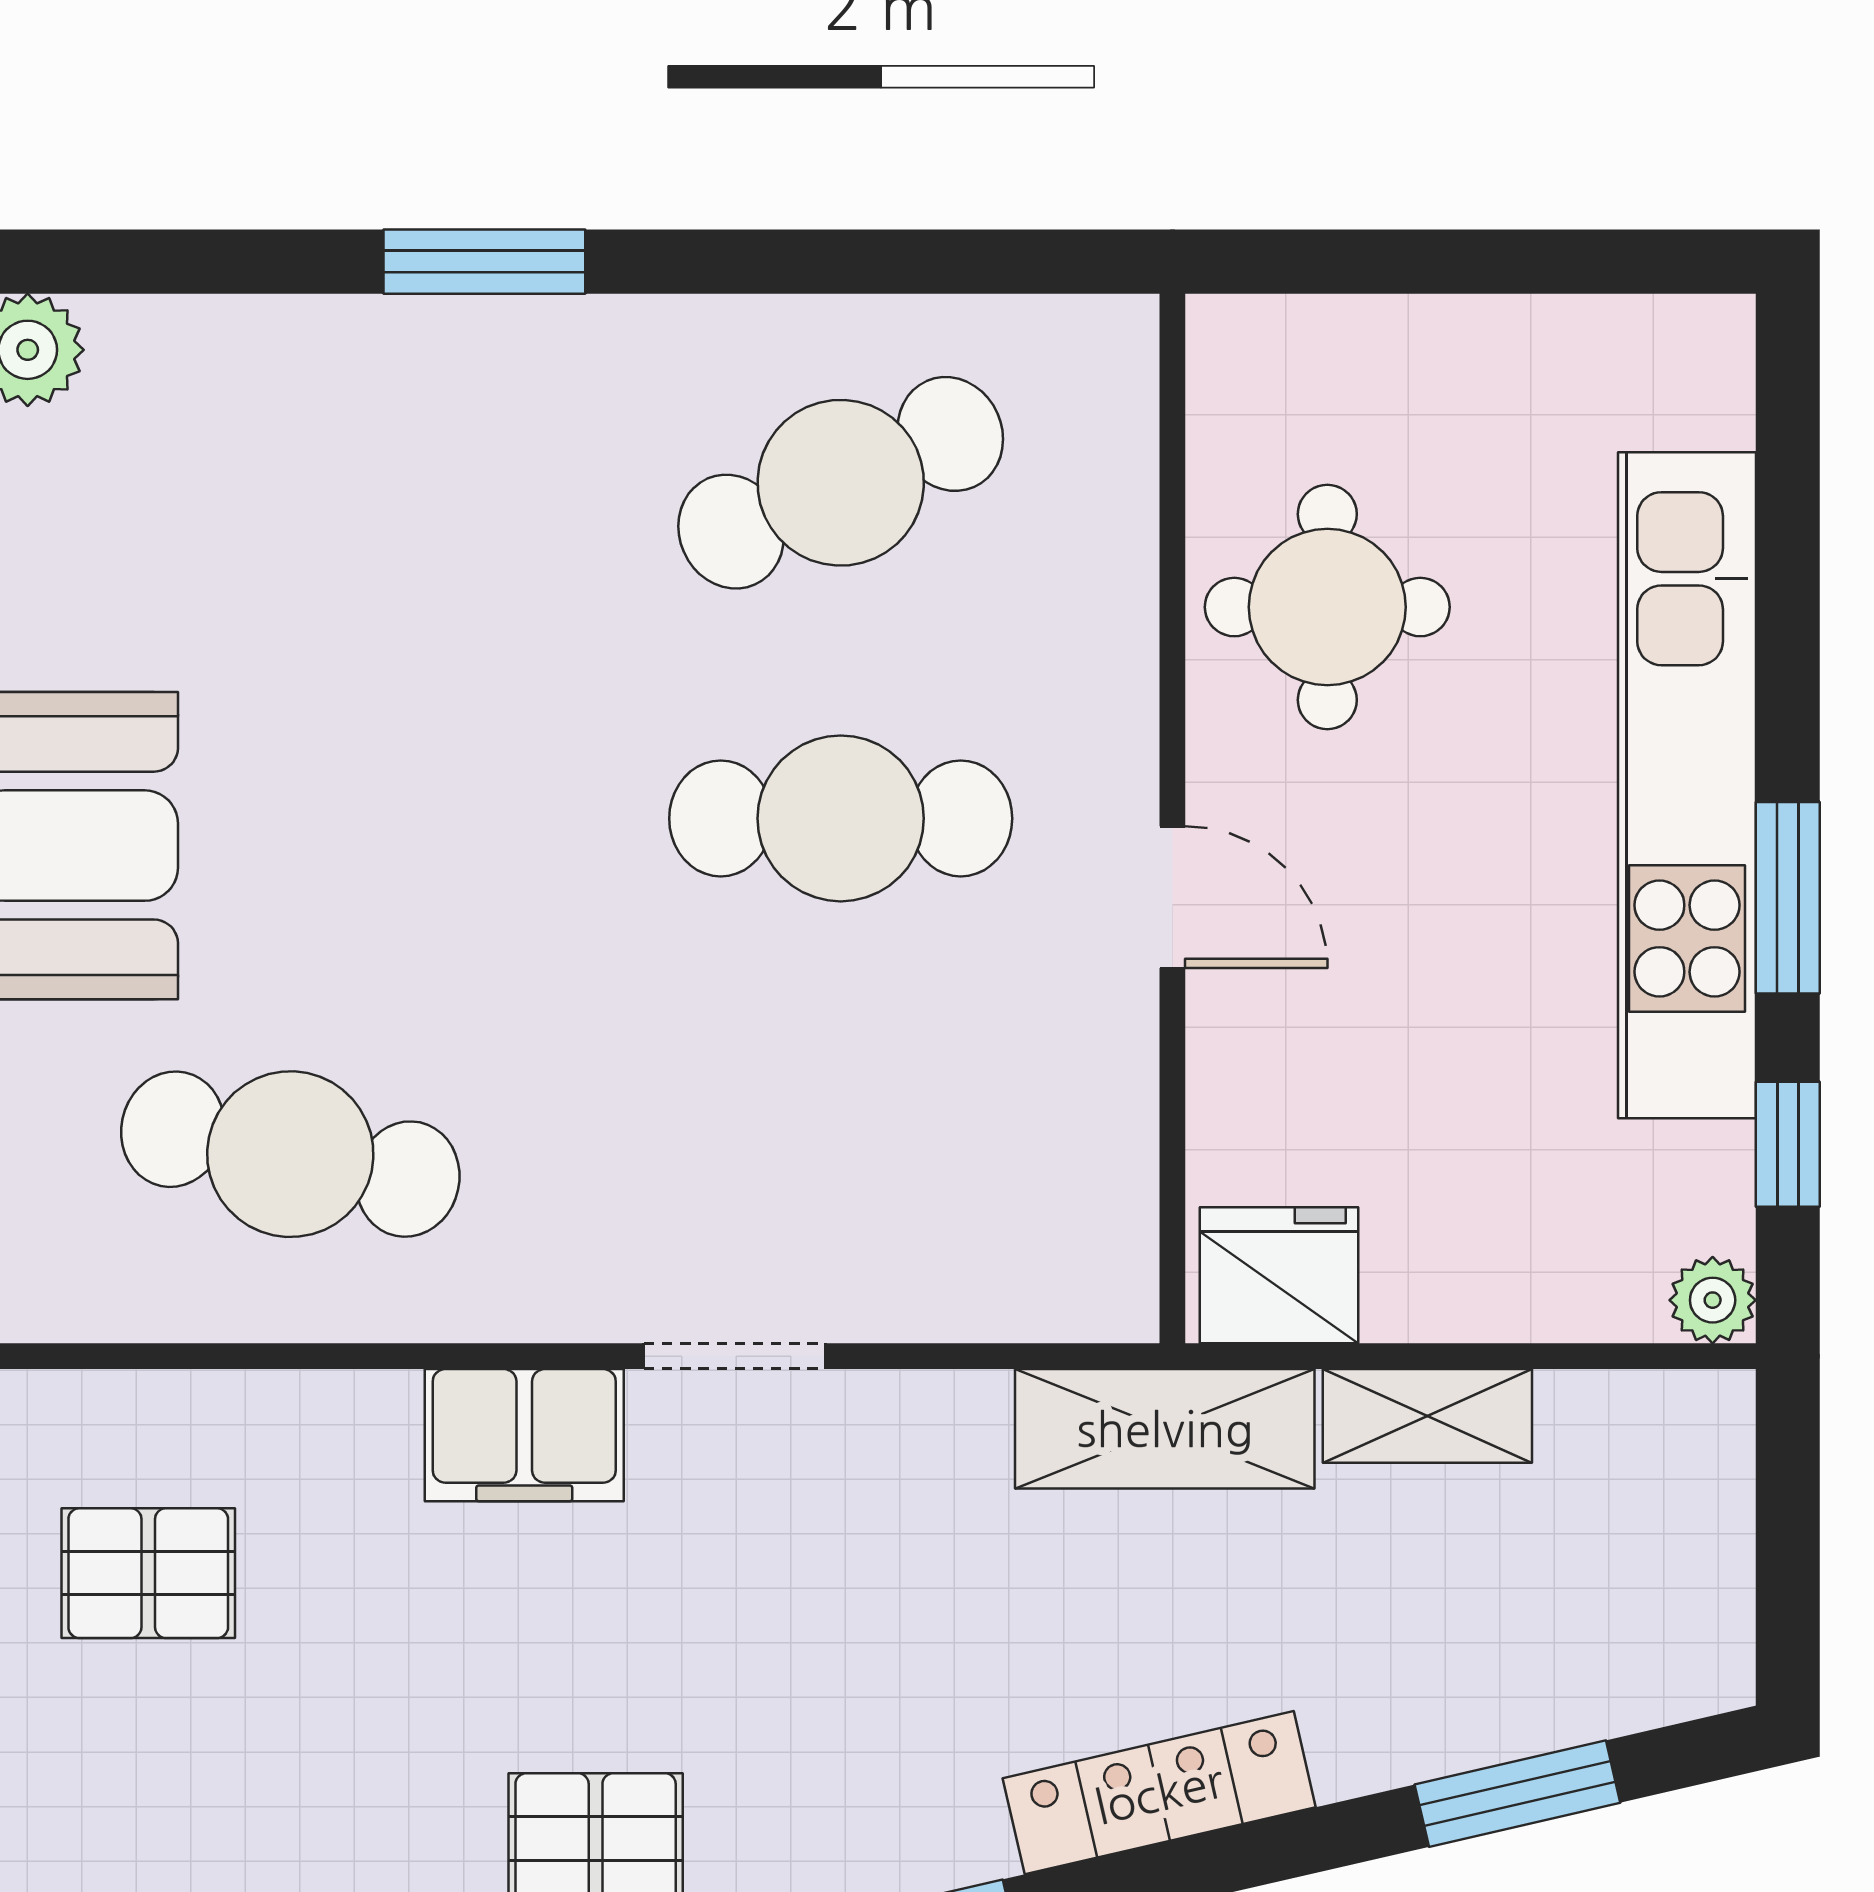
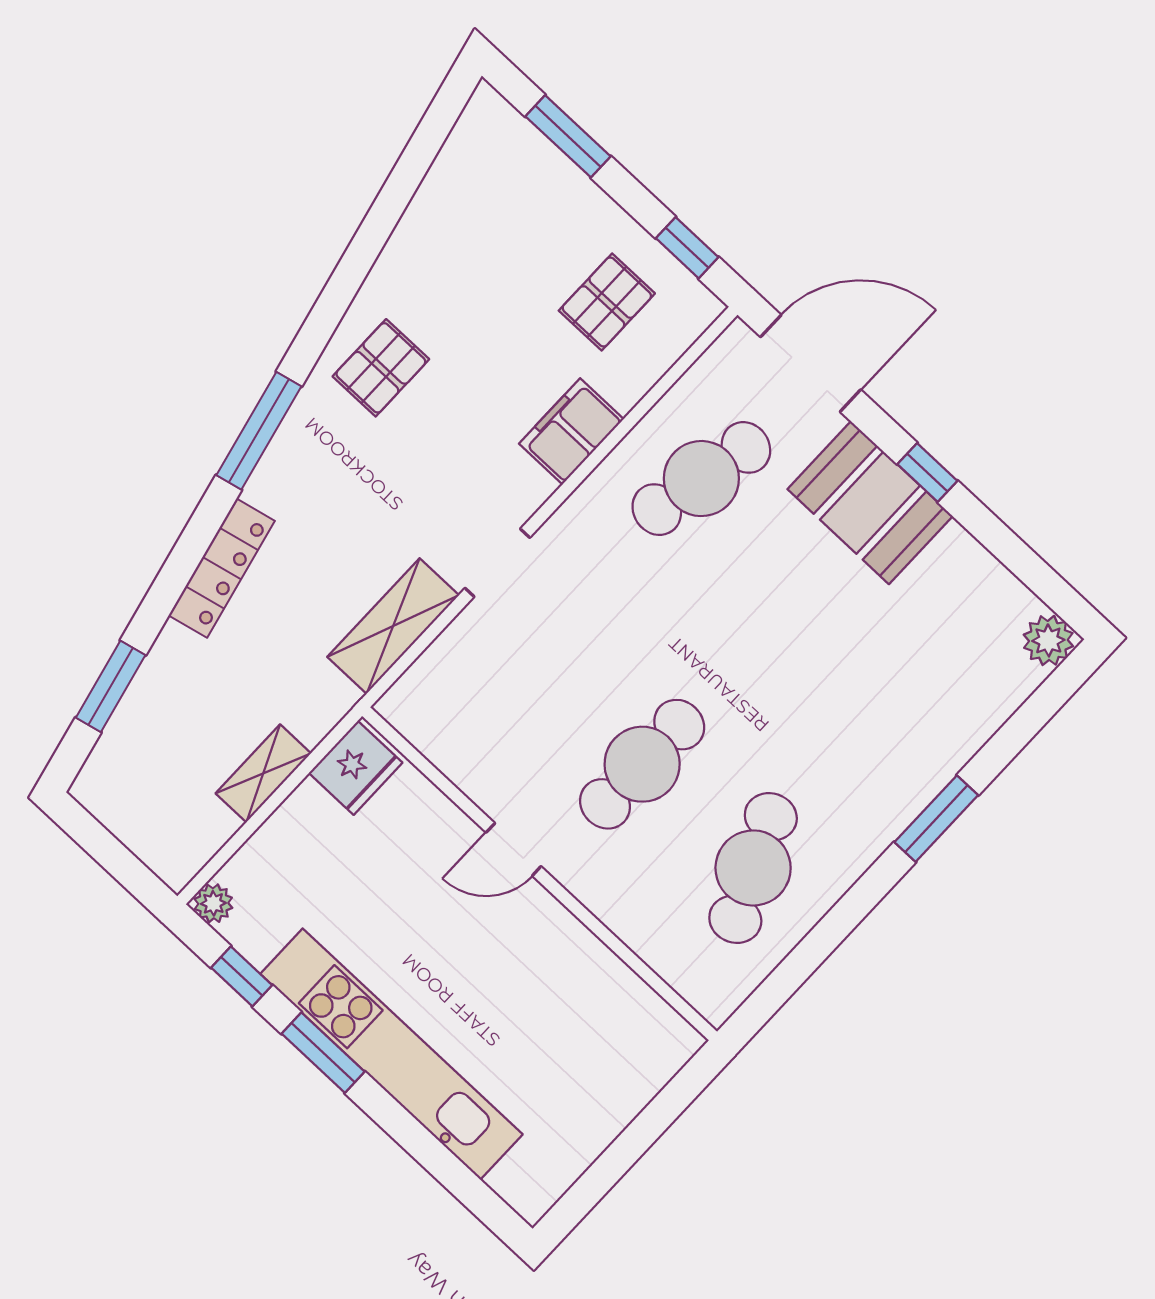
round table: (1327, 607) -> (562, 990), removed
shelving: (1165, 1429) -> (393, 626), moved
filing cabinet: (524, 1435) -> (571, 431), moved

